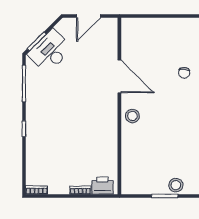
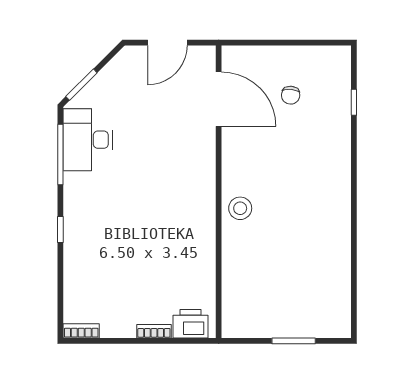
desk: (50, 51) -> (88, 140), moved, turned -45
chair: (184, 73) -> (291, 95), moved
door: (119, 76) -> (219, 99), moved
stool: (176, 185) -> (312, 323), removed

